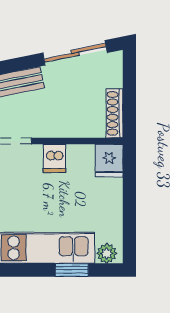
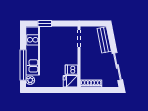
dishwasher: (54, 158) -> (71, 70), moved
window: (72, 270) -> (23, 65), width x2.17

